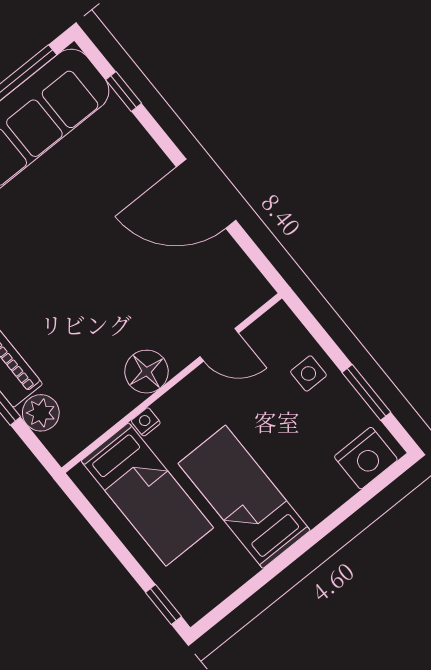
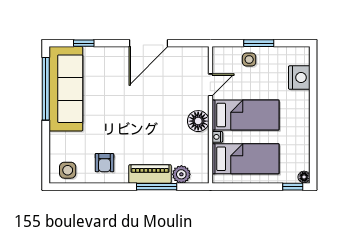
window: (366, 392) -> (259, 43), moved
nightstand: (366, 458) -> (299, 78), moved
bed: (244, 497) -> (246, 115), moved, turned 180
floor lamp: (193, 610) -> (304, 177), added

